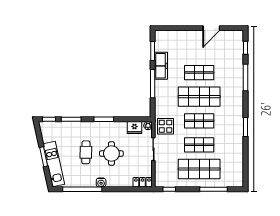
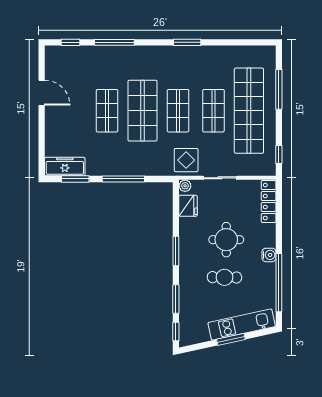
freezer: (161, 66) -> (65, 167), moved
shop shelf: (199, 169) -> (249, 111), width x1.40
locker: (142, 182) -> (269, 202), width x1.53

